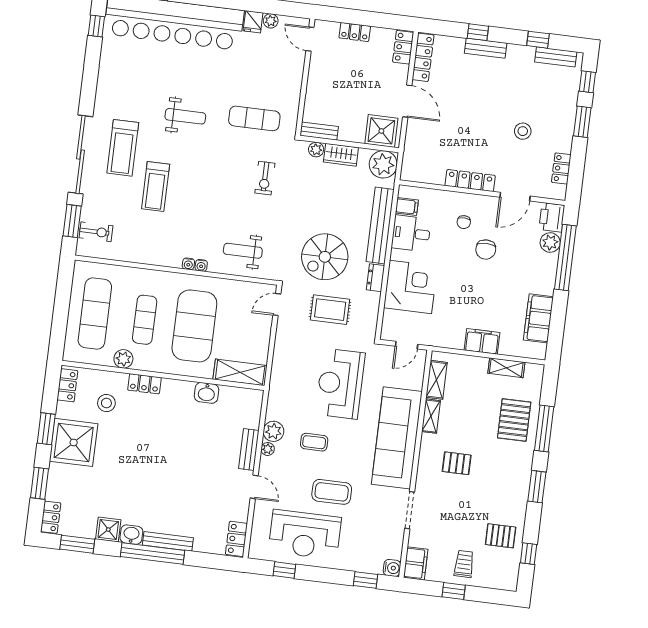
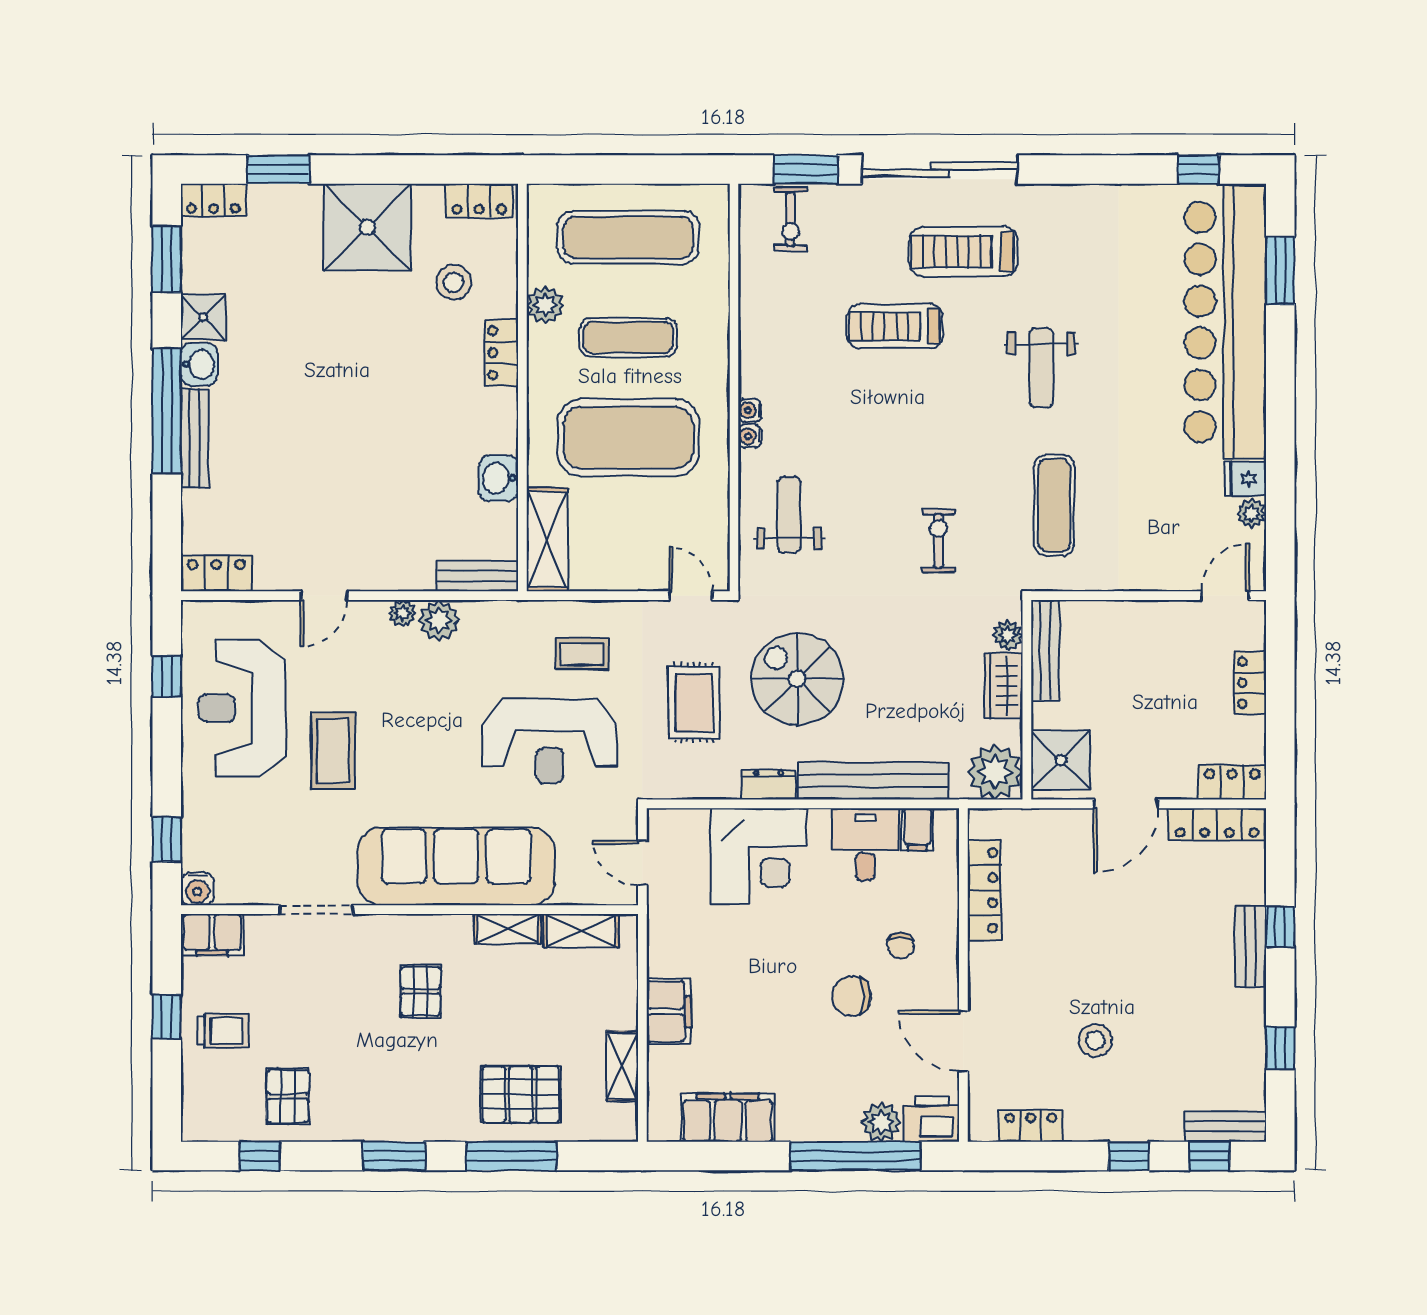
bench: (556, 57) -> (1226, 1126), moved, turned 90
window: (582, 122) -> (1129, 1156), width x0.67
bench: (319, 131) -> (1045, 650), width x1.36
exercise bike: (265, 178) -> (939, 541), turned 90
locker: (470, 181) -> (984, 890), moved
chair: (464, 222) -> (900, 946), turned -90
reception desk: (340, 384) -> (550, 741), turned 180
window: (46, 429) -> (388, 170), removed
coffee table: (314, 442) -> (582, 654), moved, turned 90
bench: (249, 450) -> (478, 576), moved

